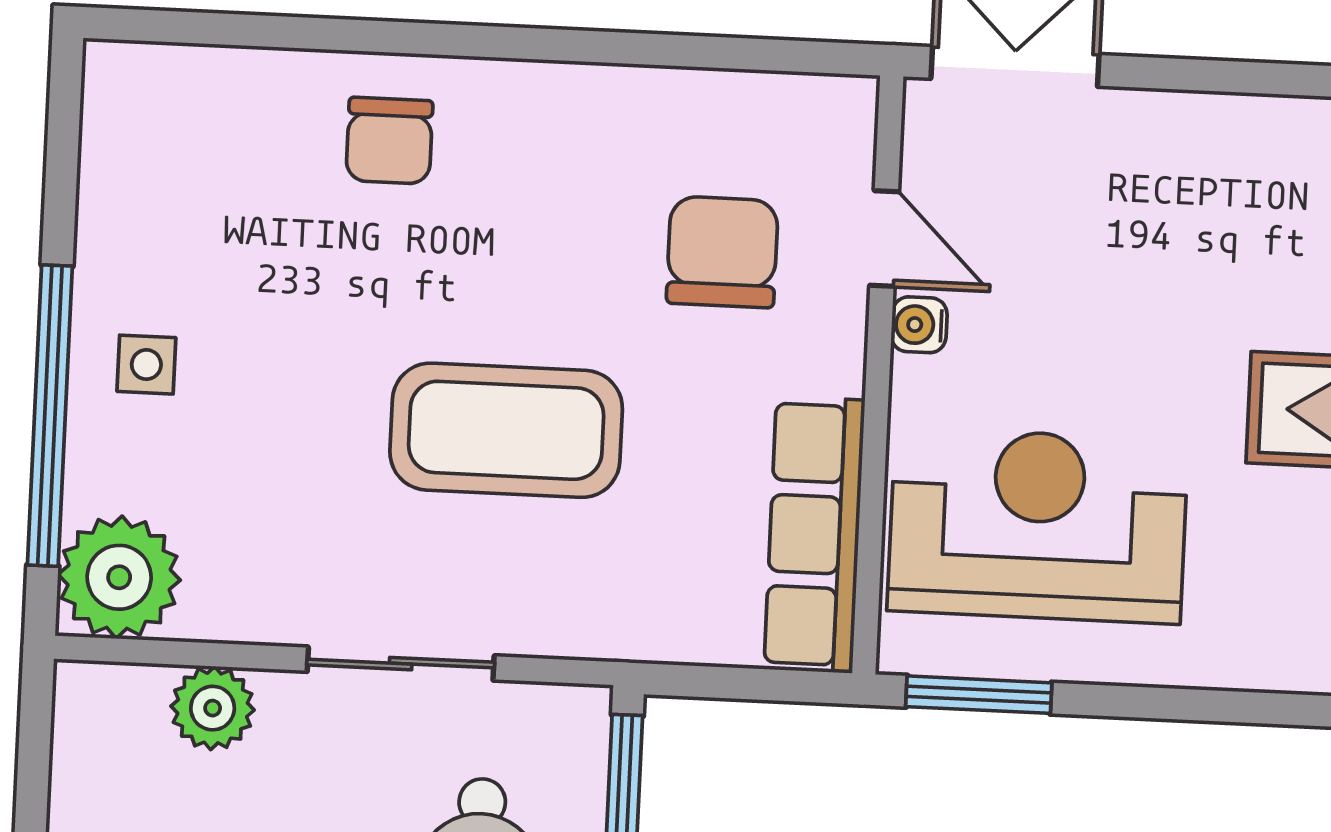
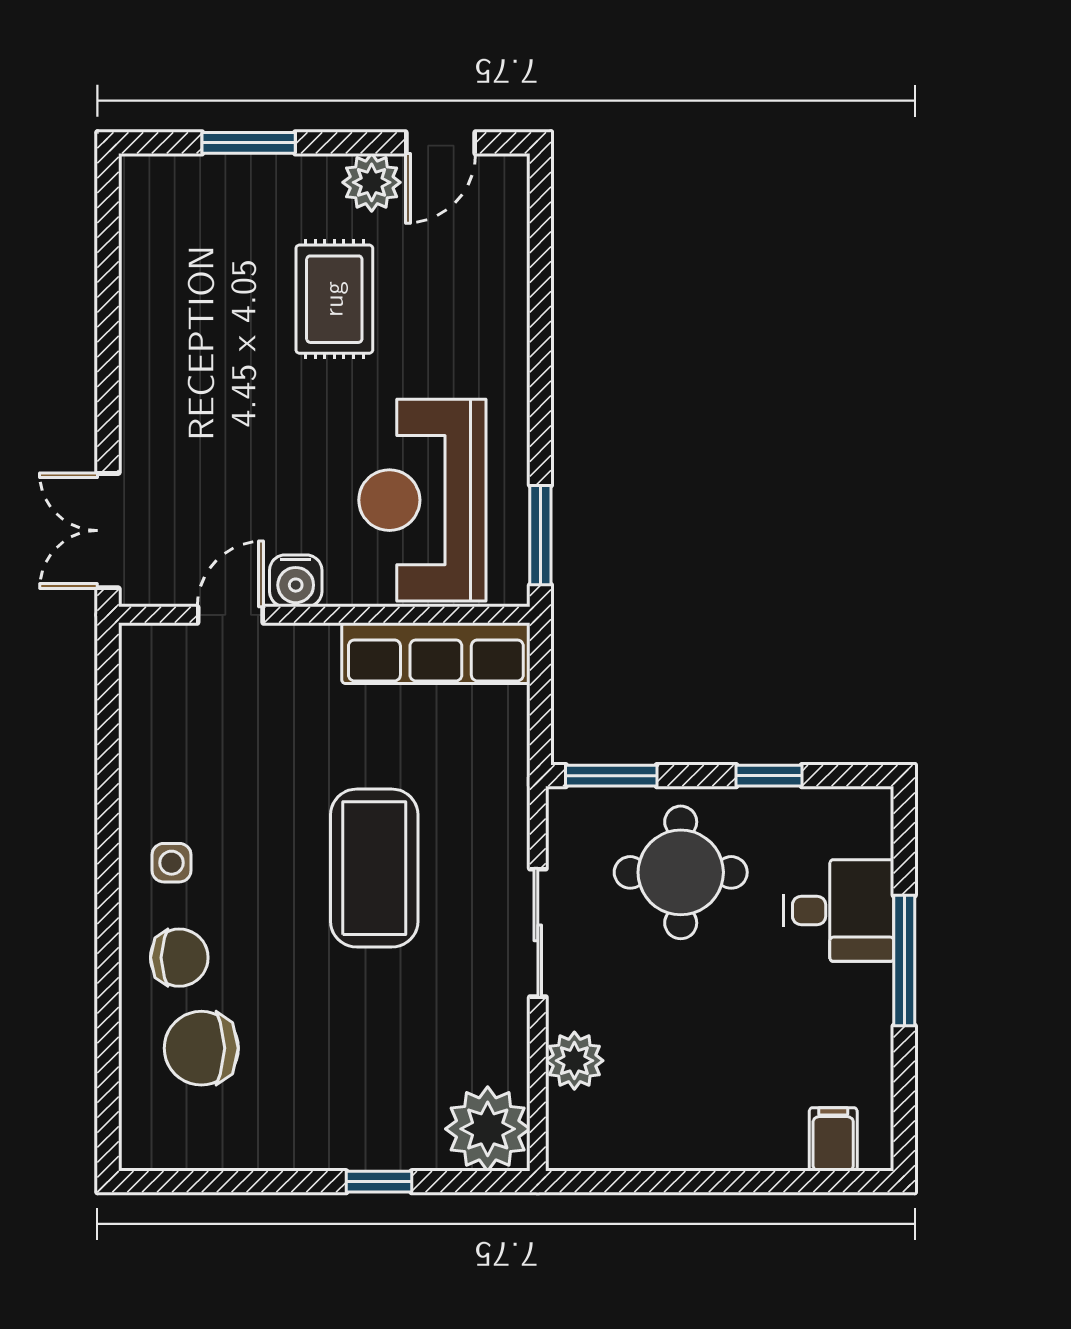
chair: (722, 252) -> (201, 1048), moved
water cooler: (919, 325) -> (296, 581), width x1.38, depth x1.38
side table: (146, 365) -> (172, 863), moved
window: (50, 416) -> (379, 1182), width x0.32

